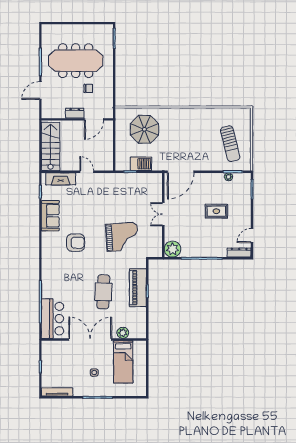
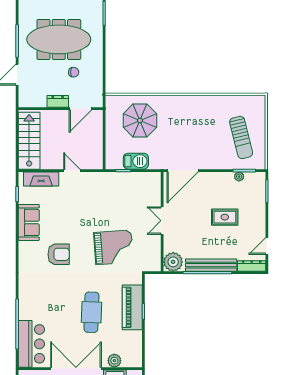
bench: (205, 252) -> (211, 265), added

